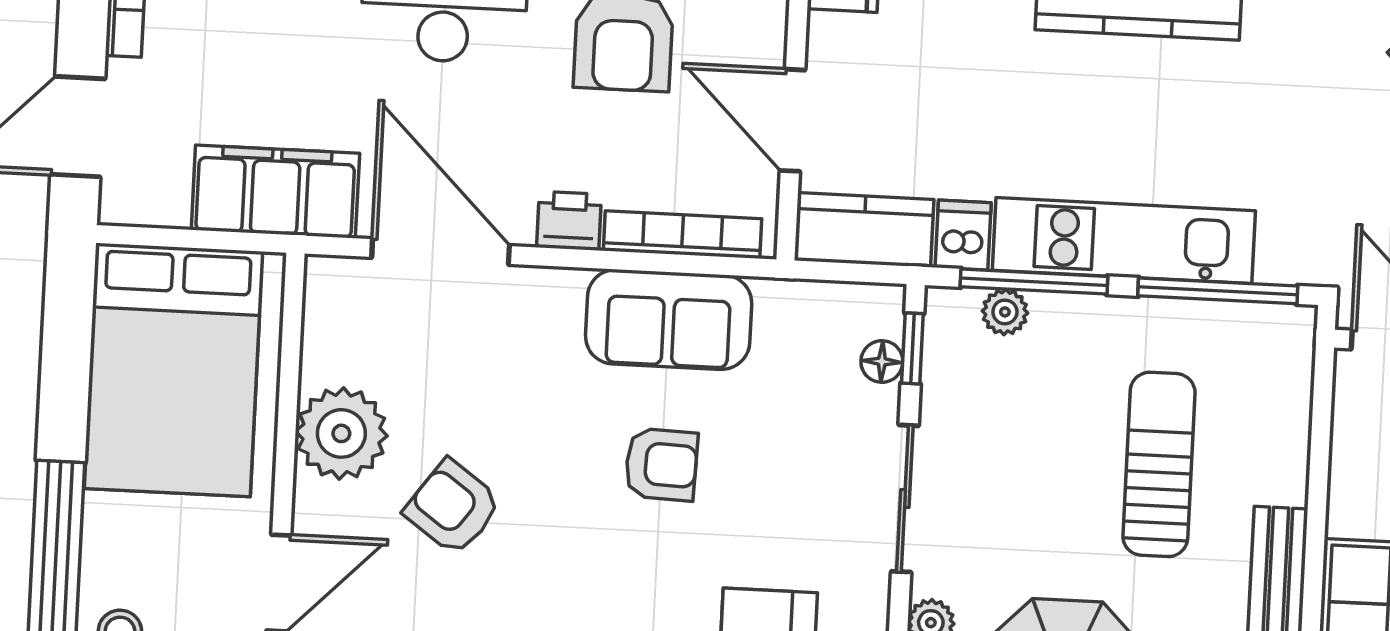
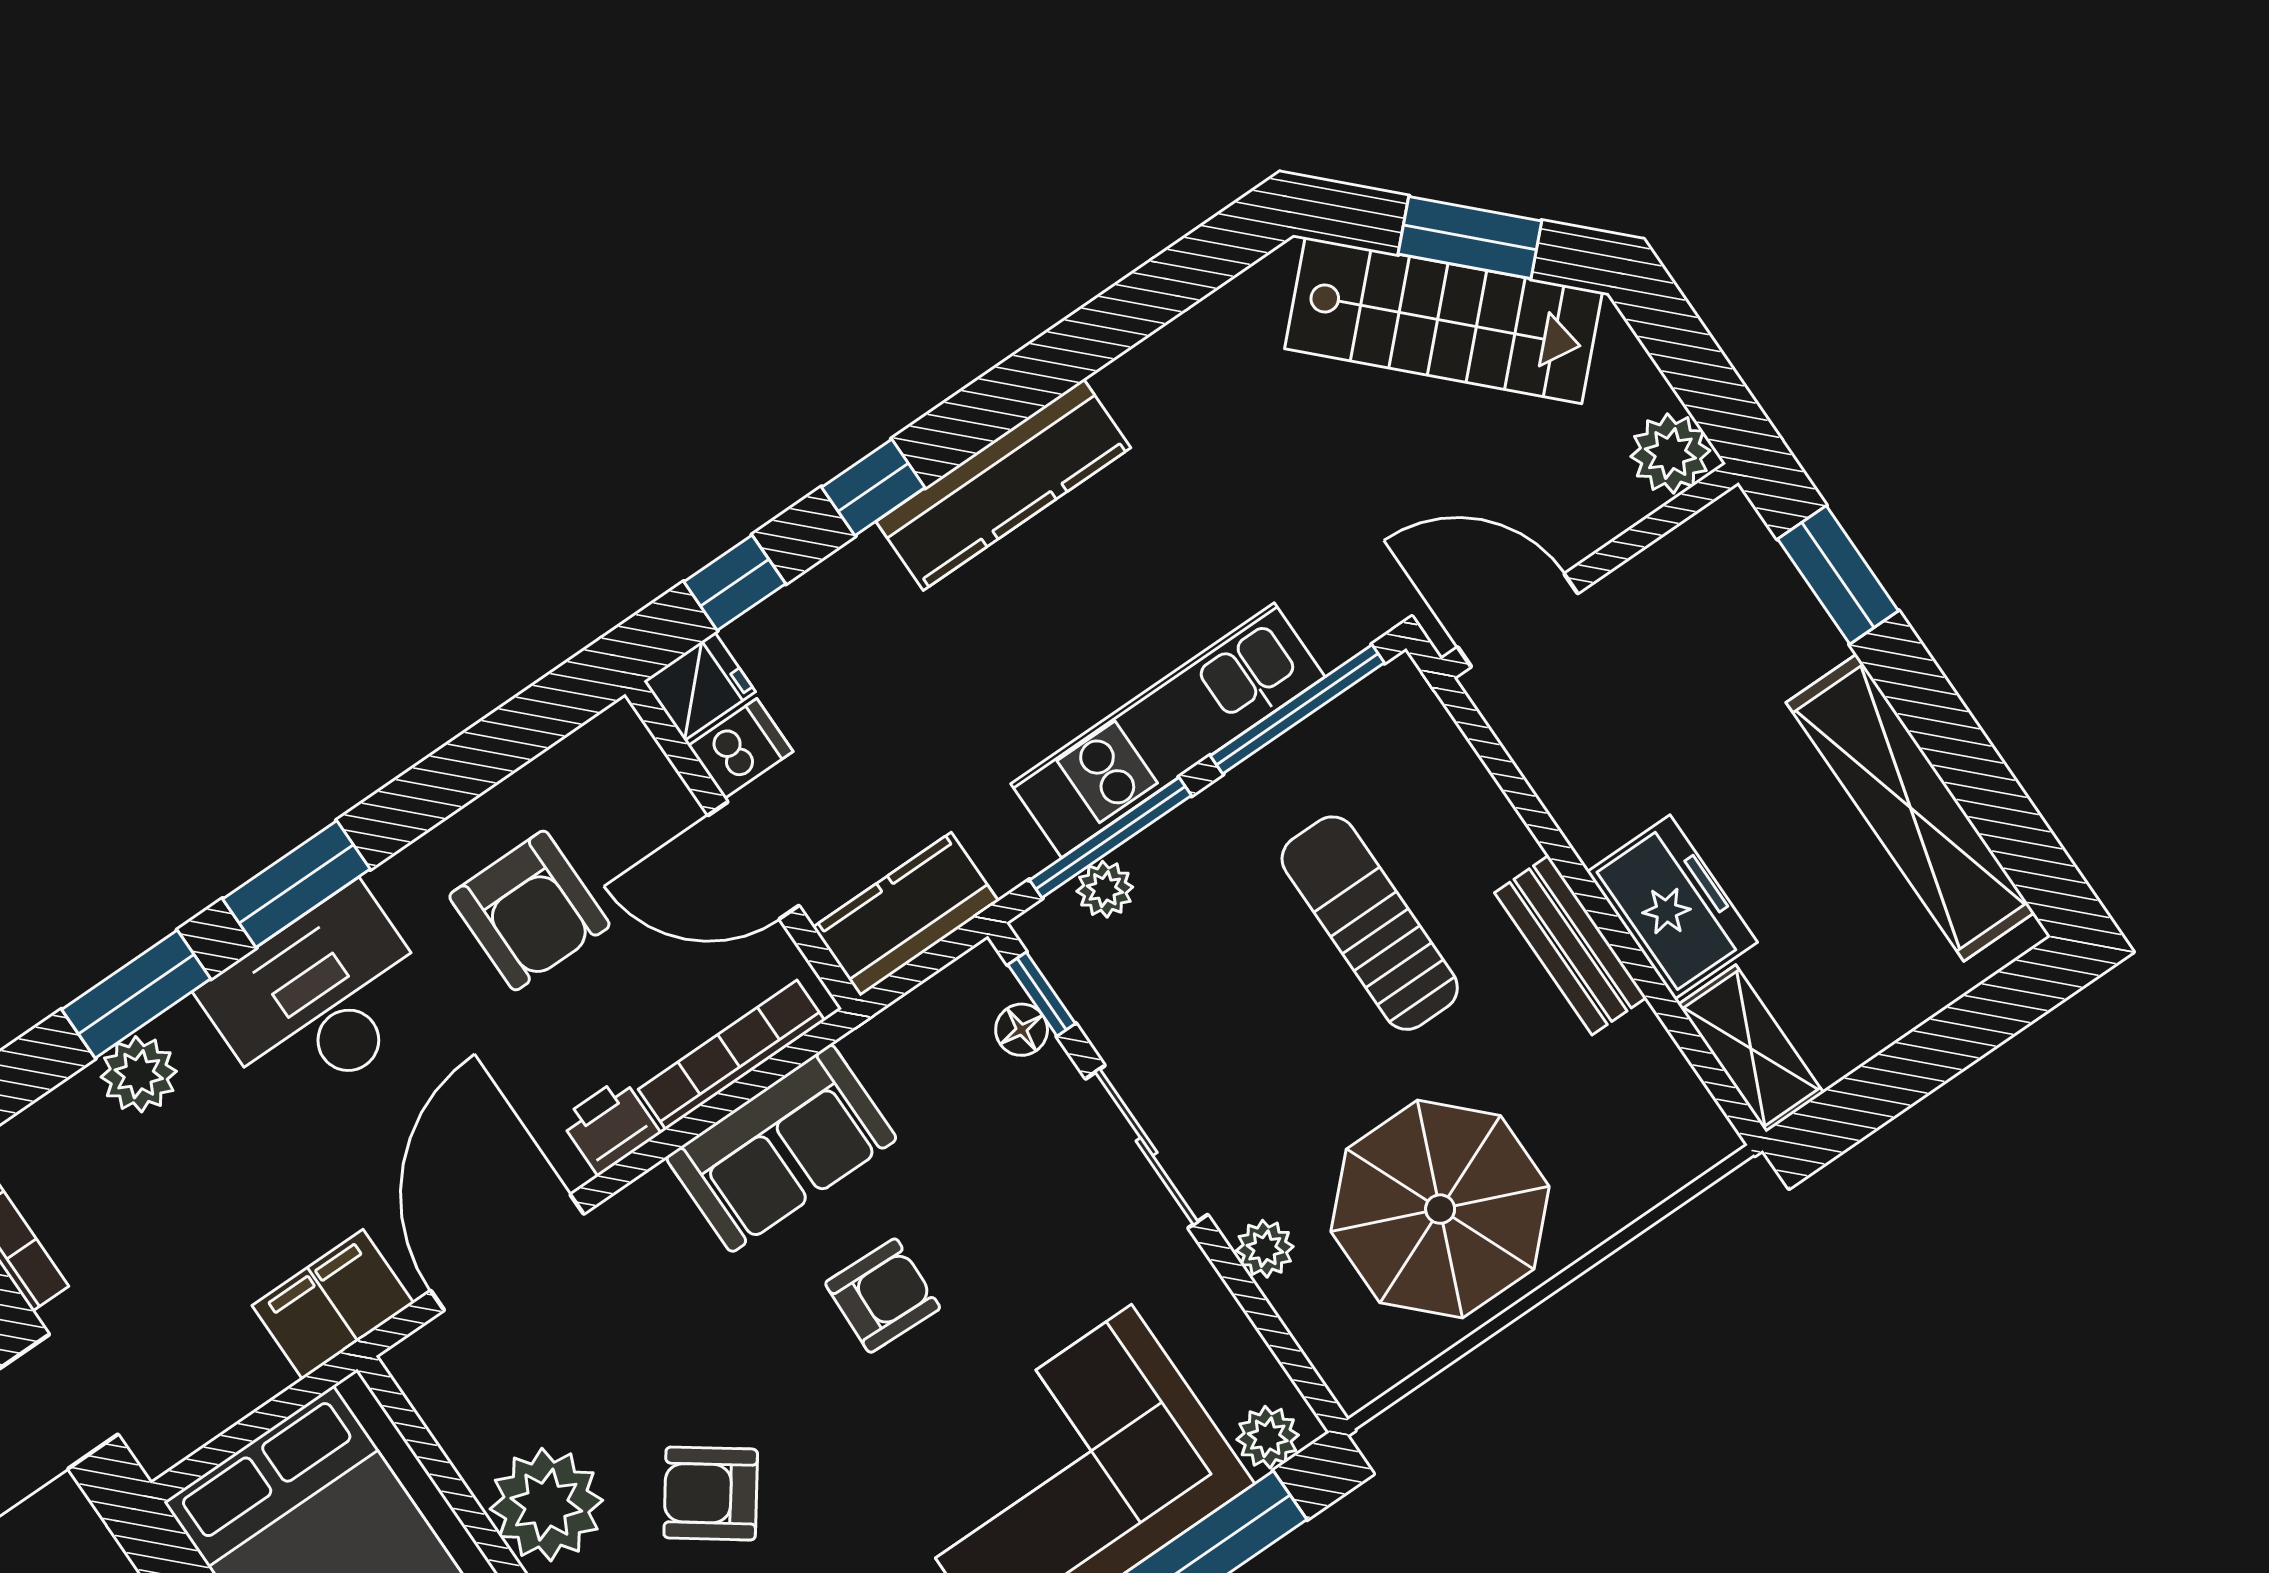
filing cabinet: (275, 192) -> (333, 1304), width x0.67, depth x0.86
dishwasher: (963, 235) -> (741, 749), moved, turned 90
door: (441, 251) -> (507, 1252), hinge flipped

